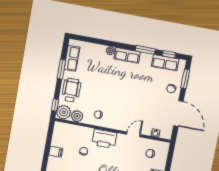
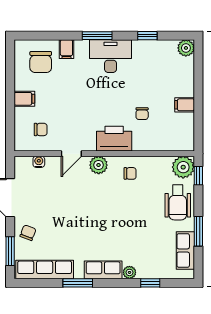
window: (169, 54) -> (150, 283), moved
row of seats: (165, 63) -> (45, 270), width x1.48
plant: (77, 116) -> (99, 165), moved

